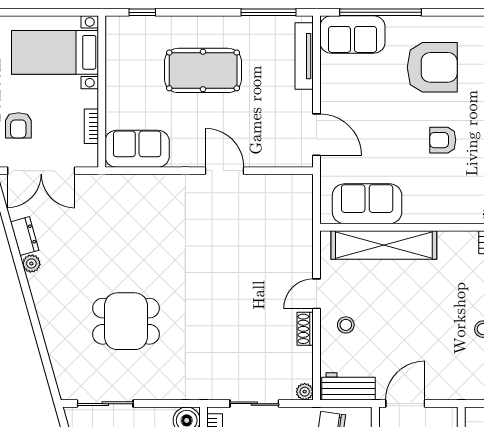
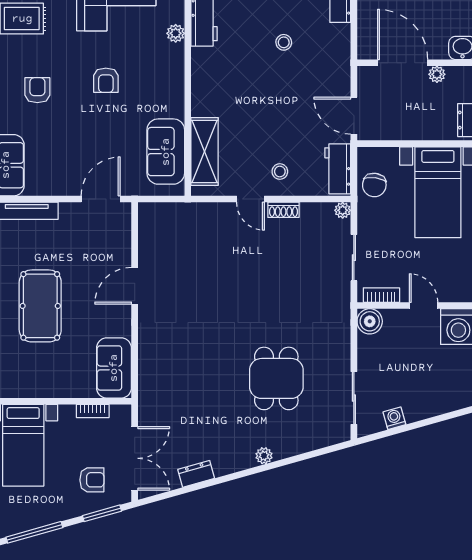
armchair: (432, 67) -> (37, 90), width x0.53, depth x0.53
shelving: (384, 245) -> (205, 152), width x0.68
plant: (31, 264) -> (264, 456), moved

